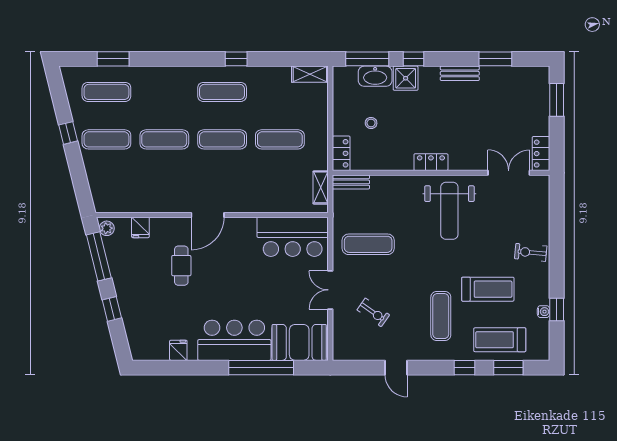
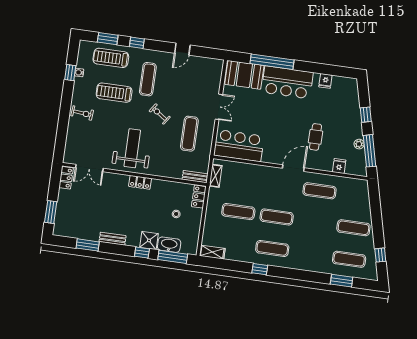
window: (68, 133) -> (380, 255), moved
exercise mat: (164, 139) -> (319, 191), moved
plant: (107, 228) -> (359, 144), moved
exercise mat: (368, 244) -> (189, 134), turned 90
exercise bike: (373, 312) -> (160, 114), moved
treadmill: (500, 340) -> (111, 58), turned 180
door: (396, 368) -> (182, 49), swing flipped

